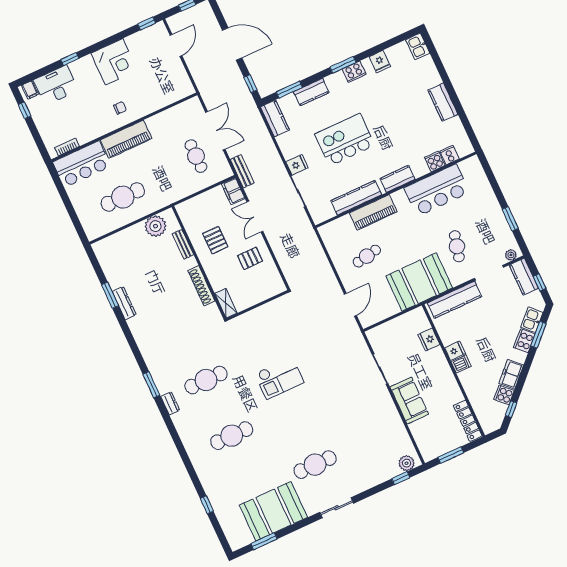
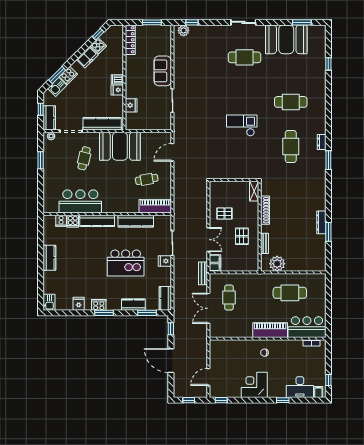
kitchen counter: (398, 179) -> (97, 221), width x1.50
piano: (373, 212) -> (155, 206), moved
cafe table: (206, 380) -> (291, 147), turned 90

